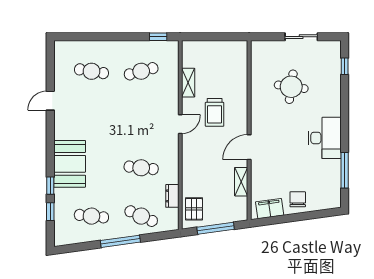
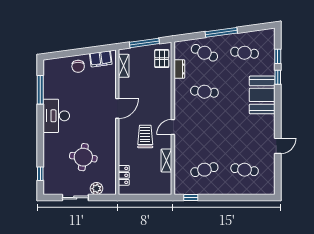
plant: (275, 48) -> (96, 189), added
locker: (241, 64) -> (124, 175), added
shelving: (241, 182) -> (124, 66), moved

